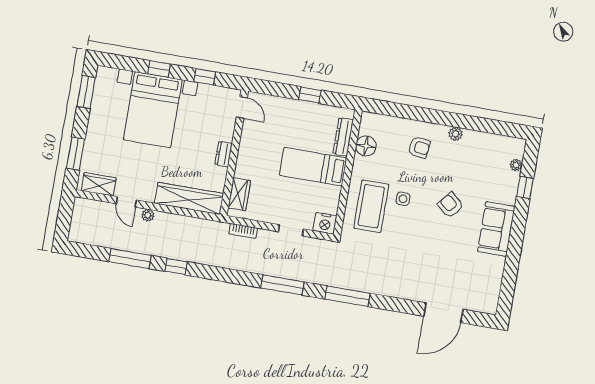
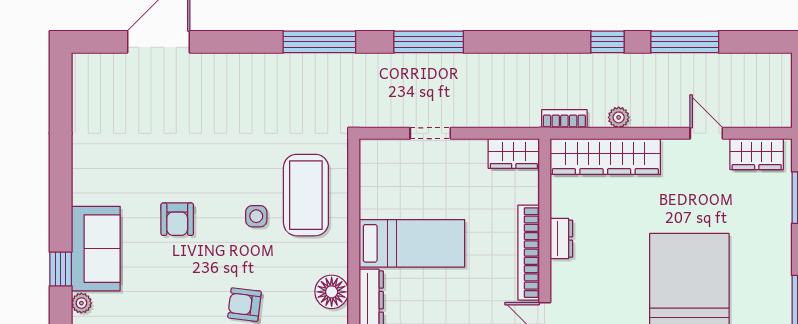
bookcase: (245, 149) -> (529, 253), added
wardrobe: (239, 194) -> (514, 153), moved, turned -90
armchair: (450, 205) -> (177, 219), turned 50
plant: (148, 215) -> (619, 117), moved
nightstand: (325, 223) -> (377, 154), removed
sofa: (496, 229) -> (96, 249), moved
bookcase: (243, 231) -> (564, 119), moved

